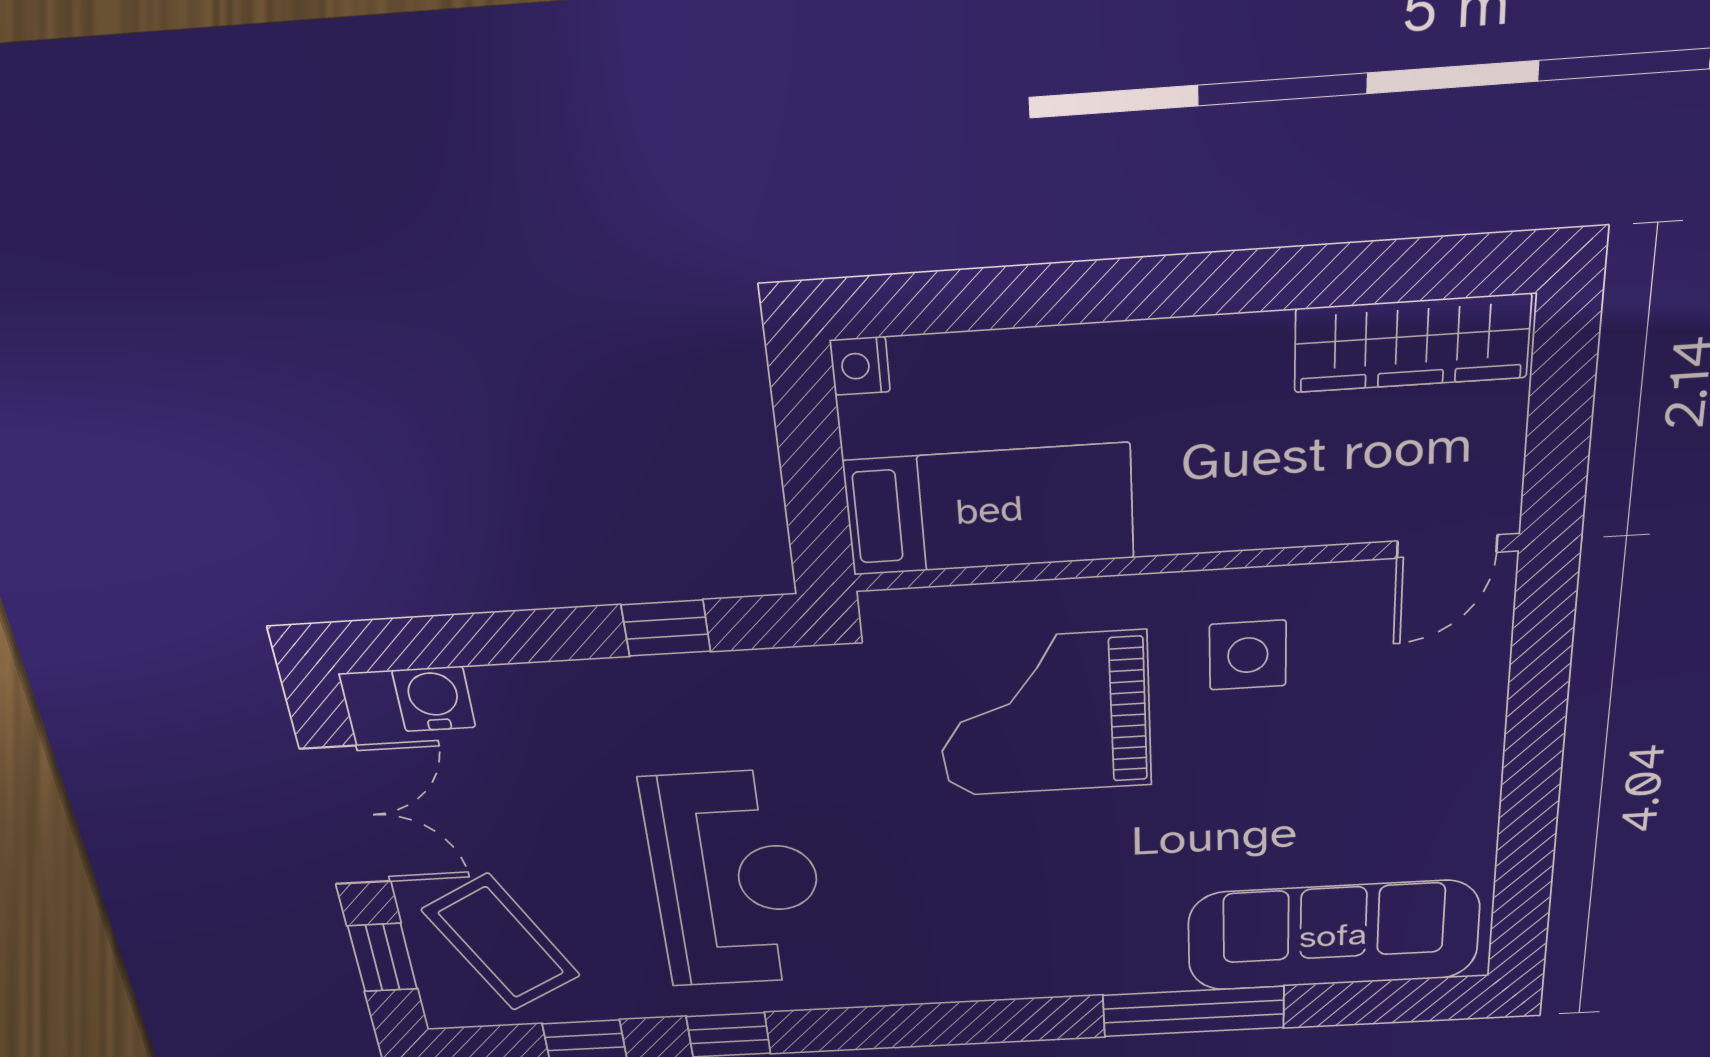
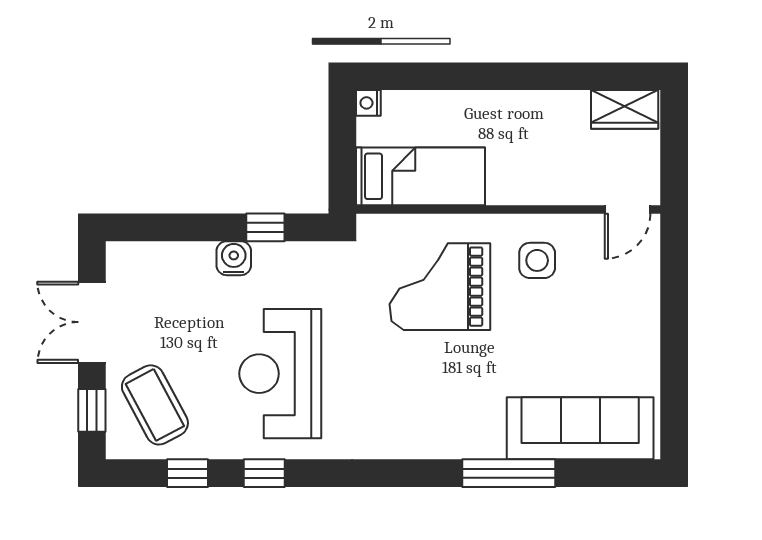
wardrobe: (1412, 343) -> (625, 109), width x0.67
water cooler: (434, 699) -> (234, 258), moved
double door: (346, 816) -> (92, 322), swing flipped
reception desk: (736, 880) -> (280, 374), turned 180

